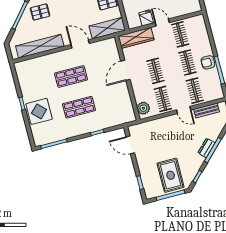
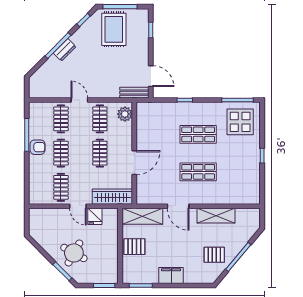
shelving: (40, 46) -> (216, 216), width x0.68
display table: (39, 111) -> (240, 122), moved
bench: (206, 111) -> (134, 93), moved

